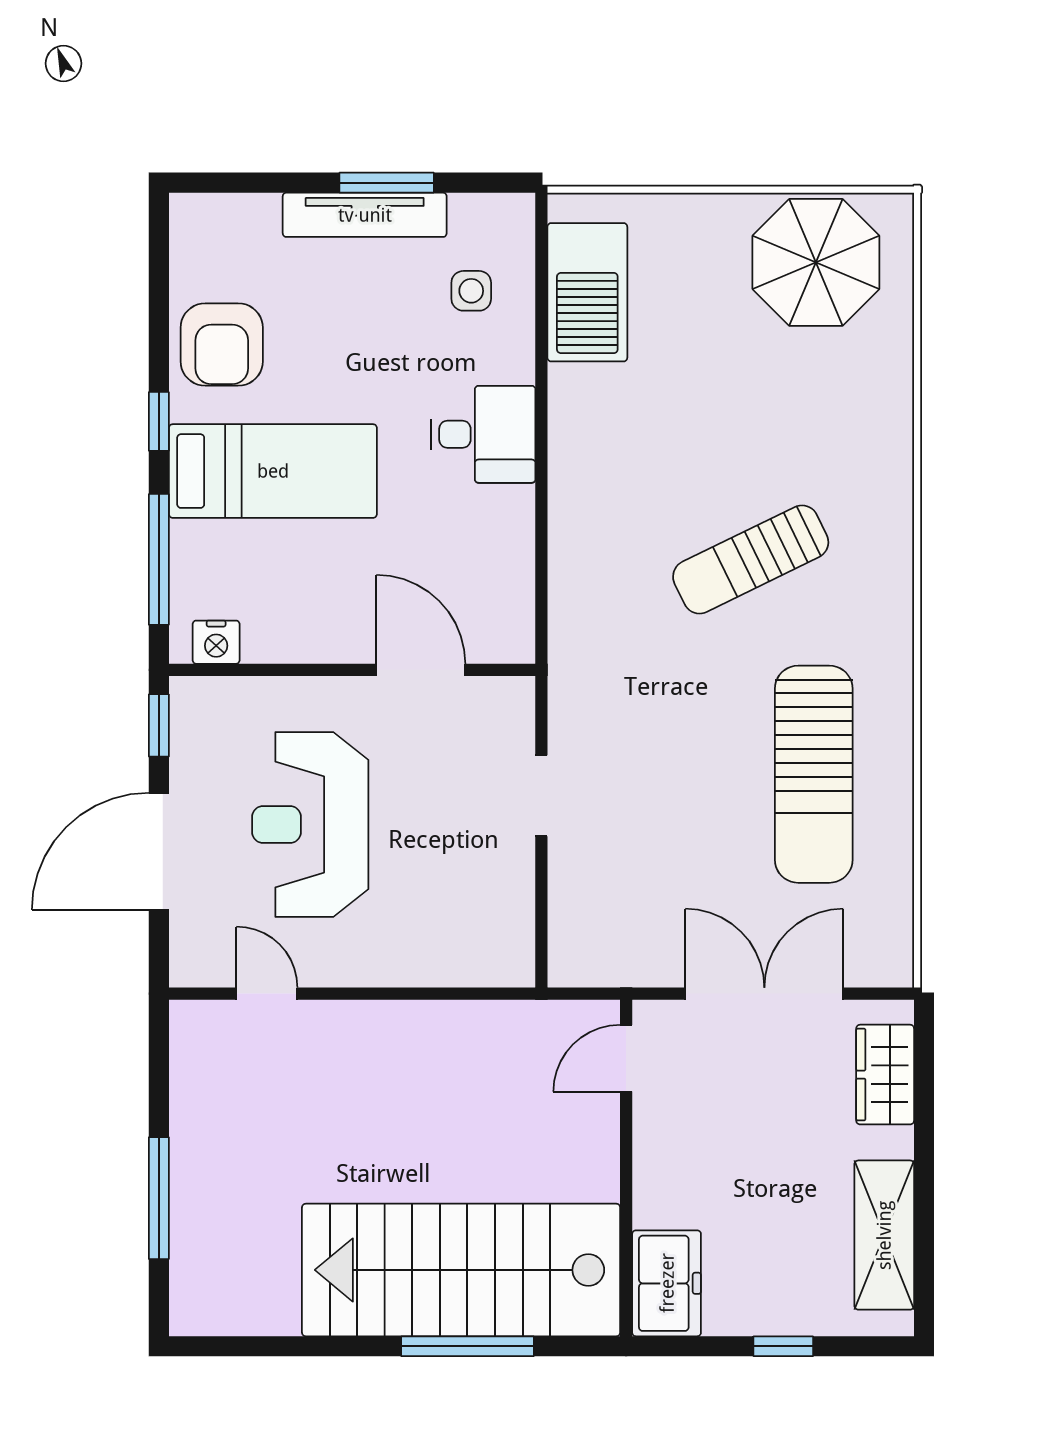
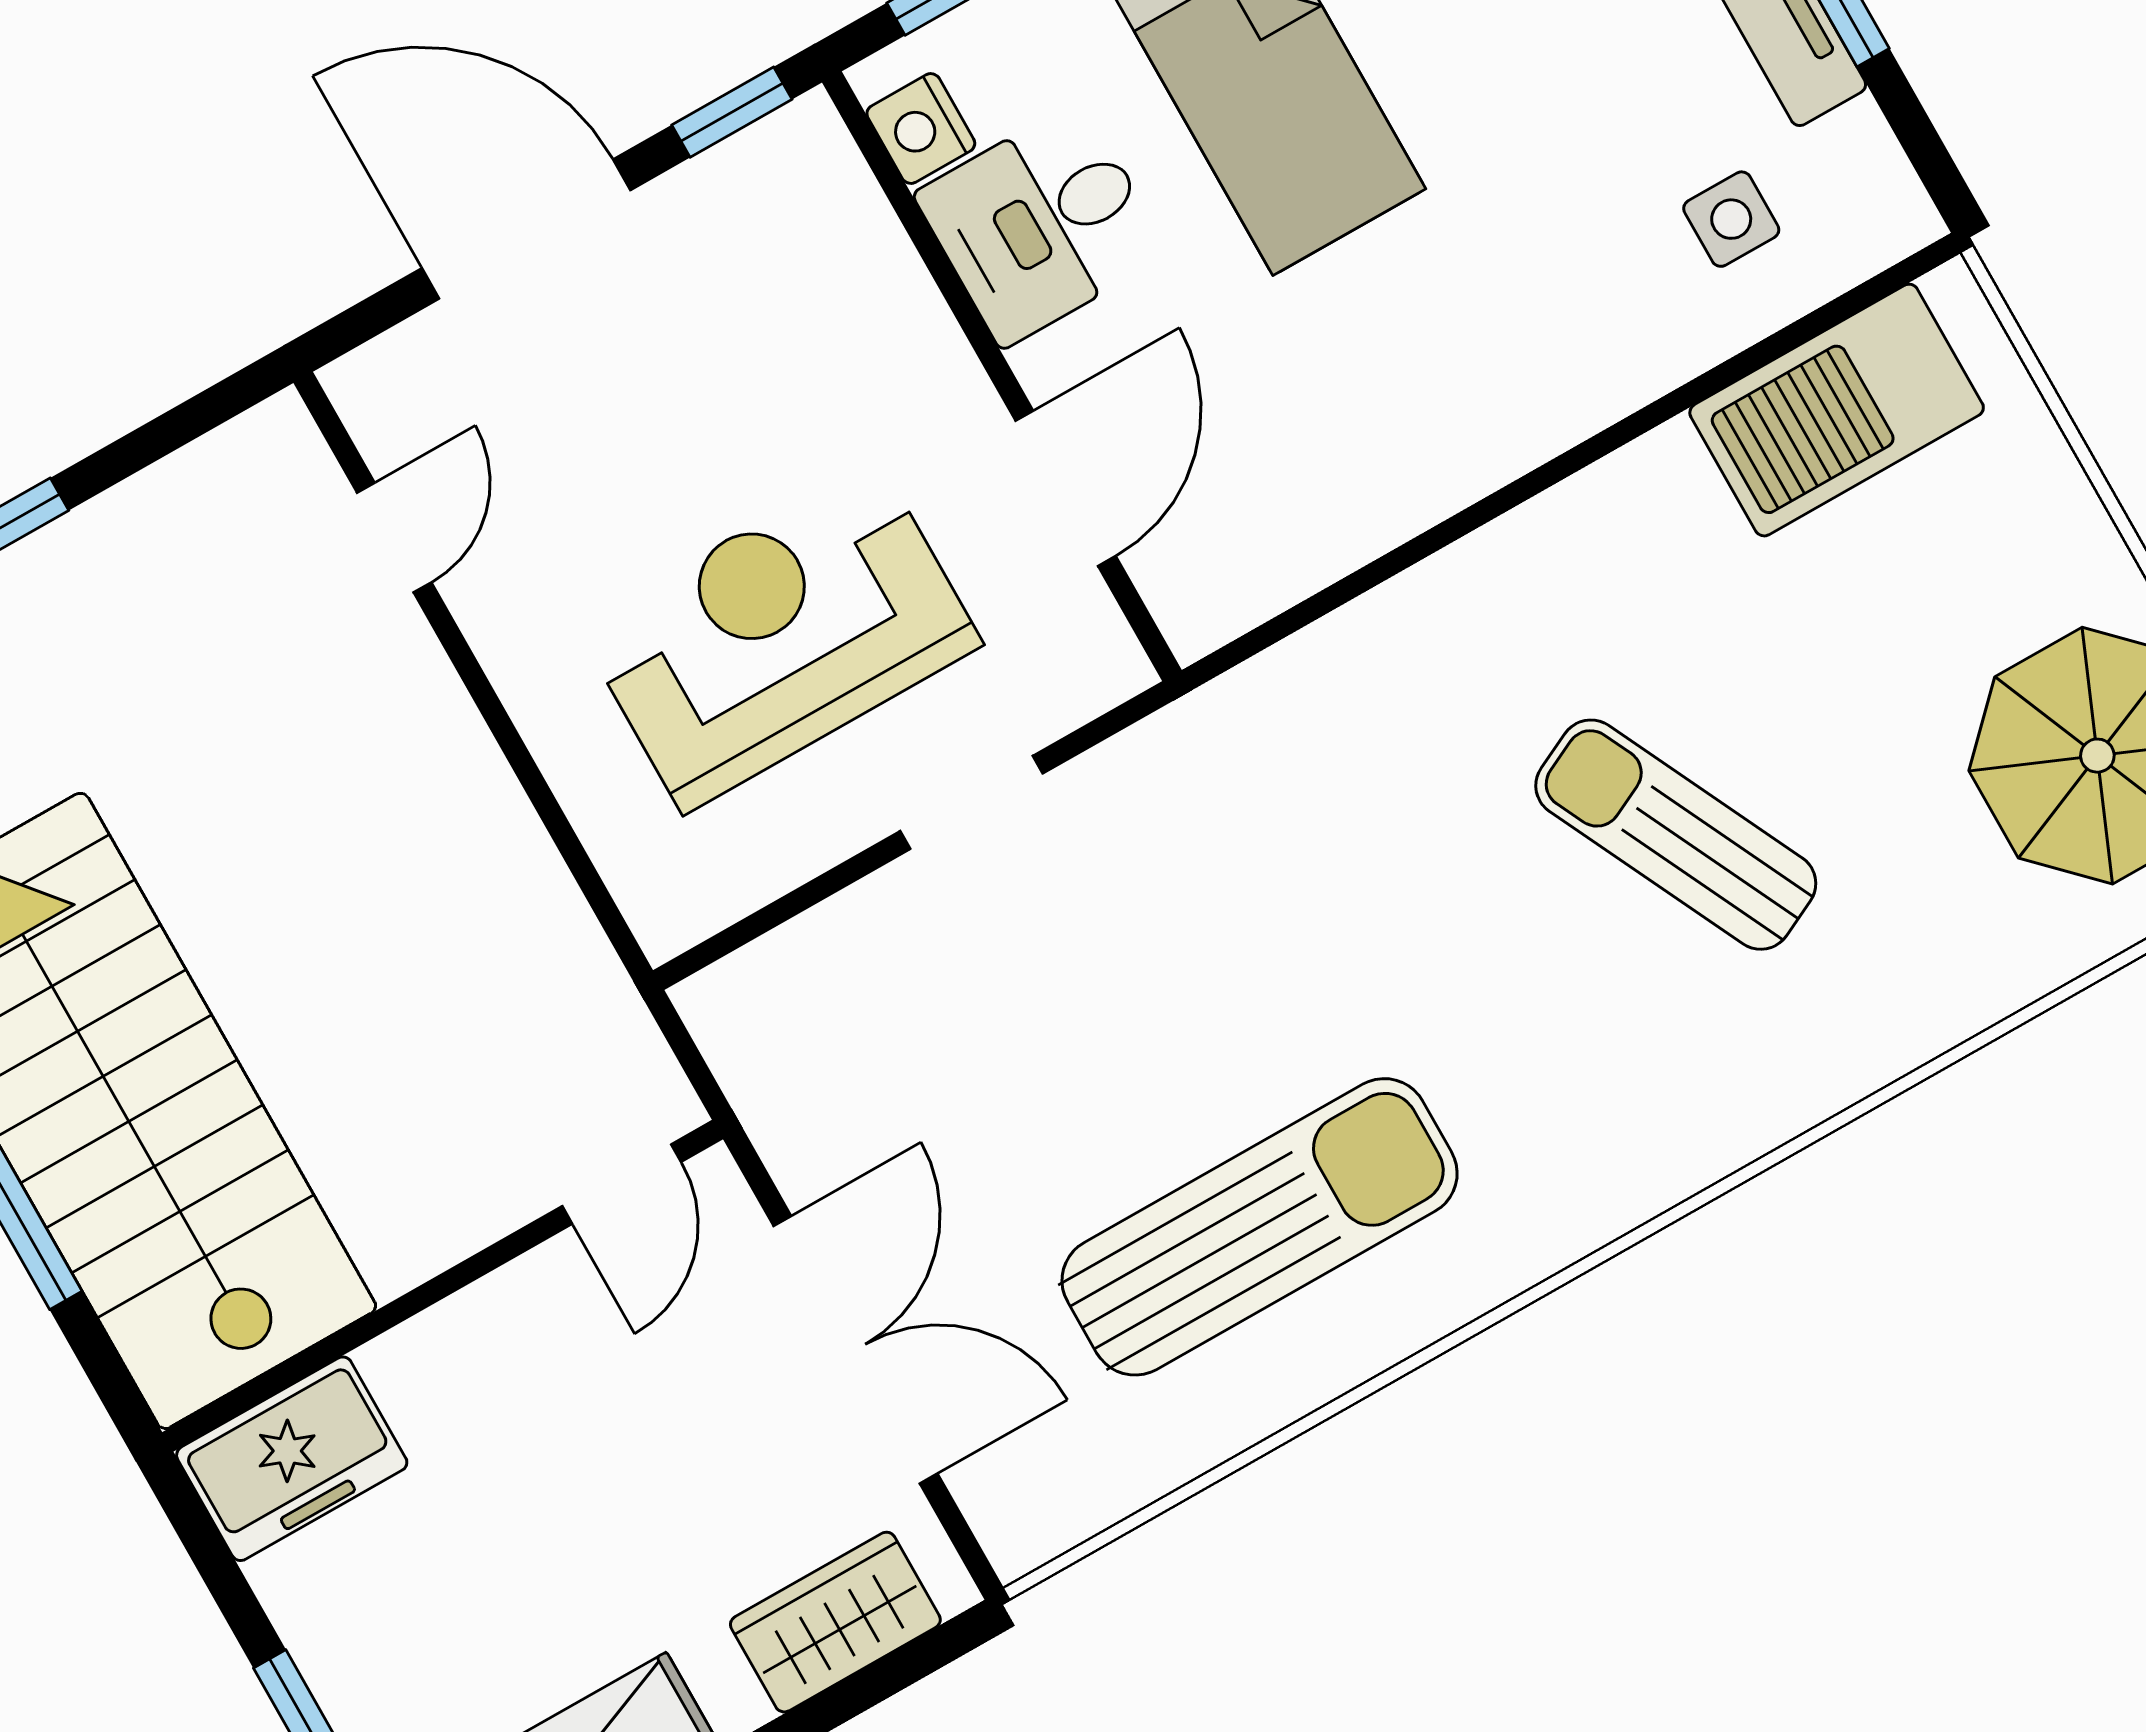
desk: (483, 434) -> (1041, 224), moved, turned 90
sun lounger: (751, 559) -> (1676, 835), moved
sun lounger: (814, 774) -> (1260, 1227), turned 180
reception desk: (310, 824) -> (780, 636), moved
door: (626, 1058) -> (622, 1184), swing flipped

